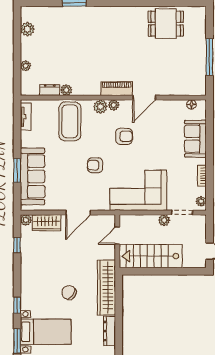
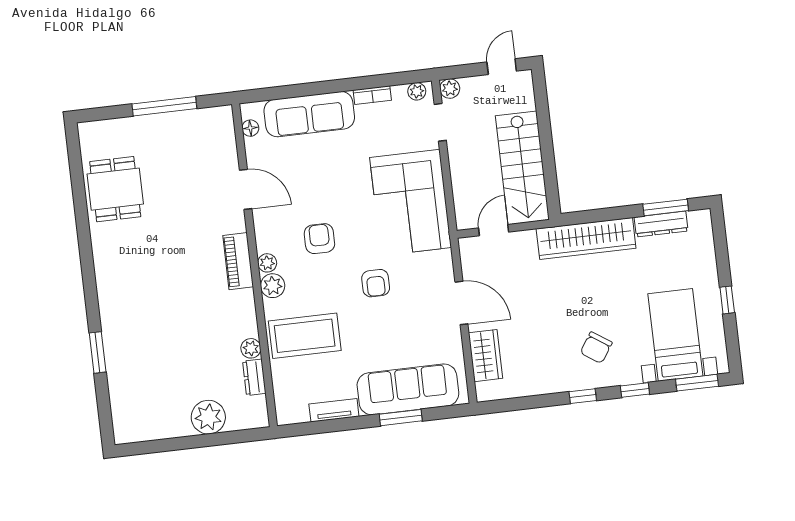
plant: (27, 29) -> (153, 428), removed
plant: (26, 66) -> (208, 417), width x1.87, depth x1.87
door: (144, 98) -> (246, 189), moved
tv unit: (26, 117) -> (334, 410), moved
sofa: (195, 139) -> (309, 114), width x1.36
plant: (26, 220) -> (485, 392), removed
plant: (164, 220) -> (450, 89), moved
door: (117, 236) -> (494, 230), swing flipped
window: (17, 245) -> (583, 396), moved
chair: (69, 293) -> (596, 348), moved
window: (119, 335) -> (666, 207), added

